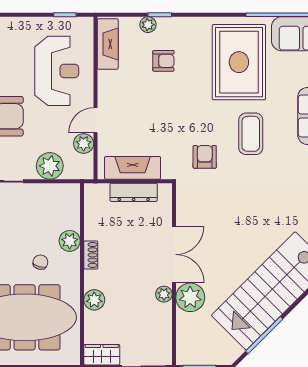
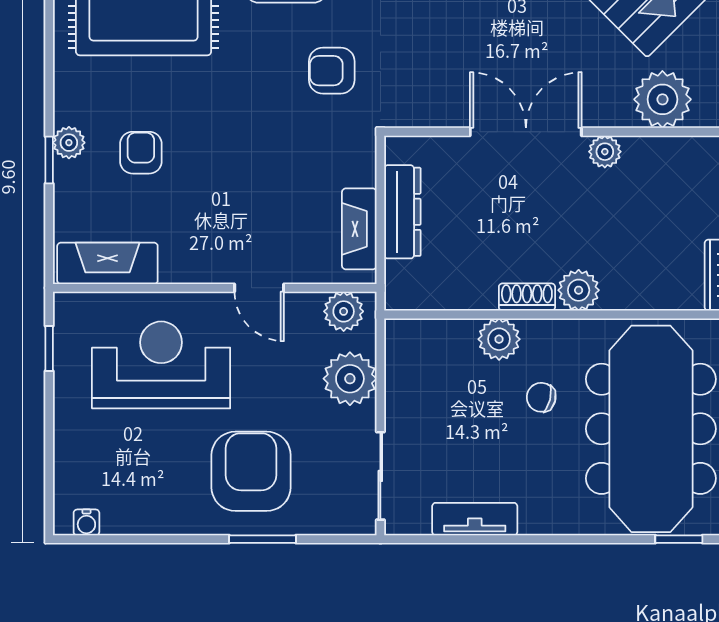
plant: (148, 25) -> (69, 143), moved
plant: (84, 144) -> (344, 311), moved
fireplace: (133, 168) -> (359, 229), width x0.73, depth x0.76
plant: (190, 297) -> (662, 99), moved
plant: (94, 300) -> (579, 290), moved

